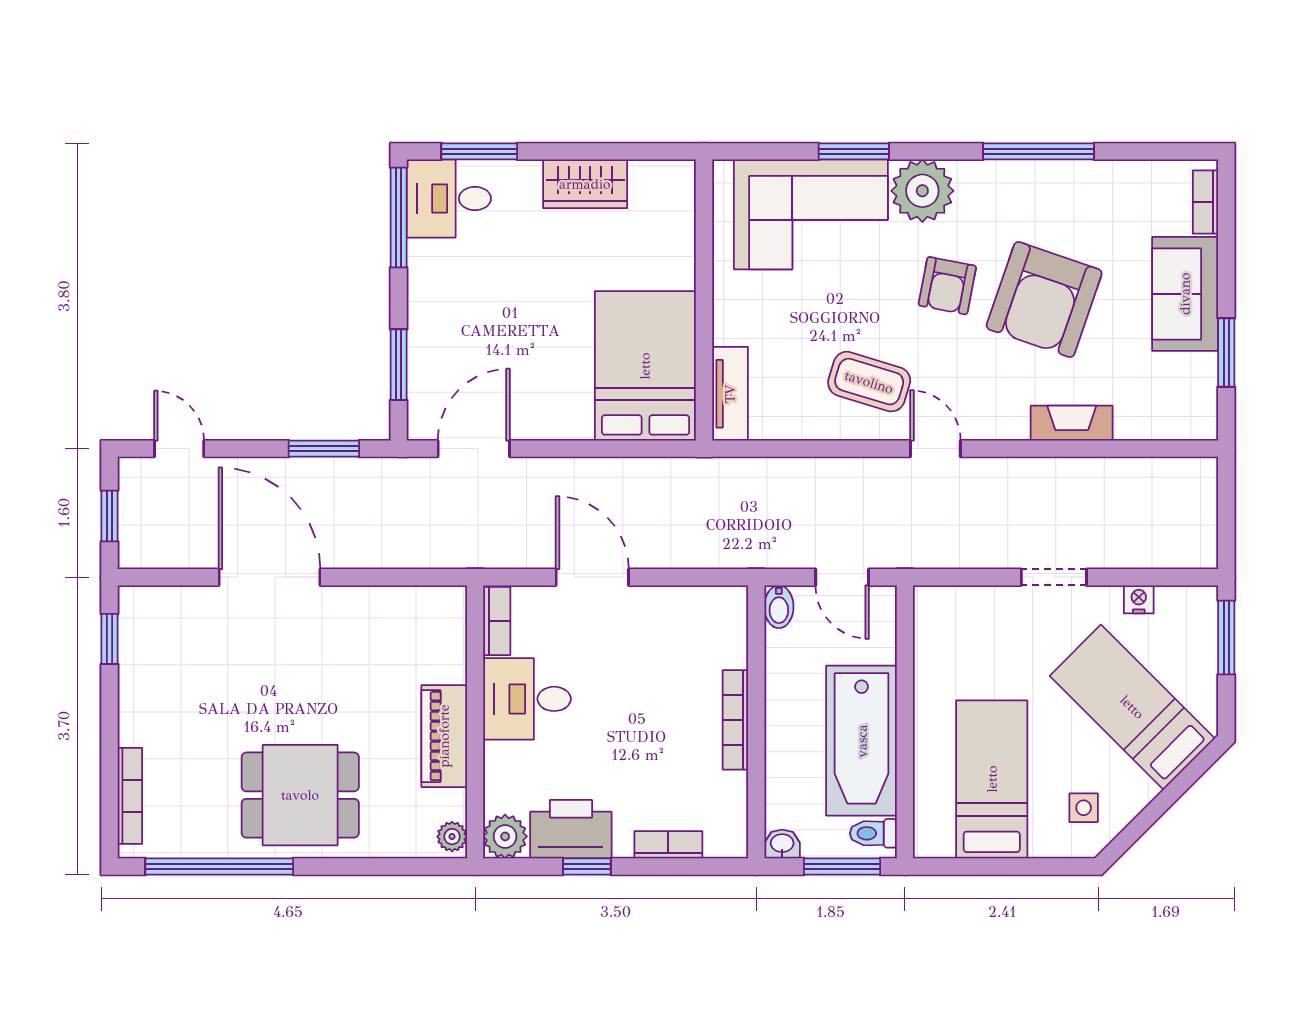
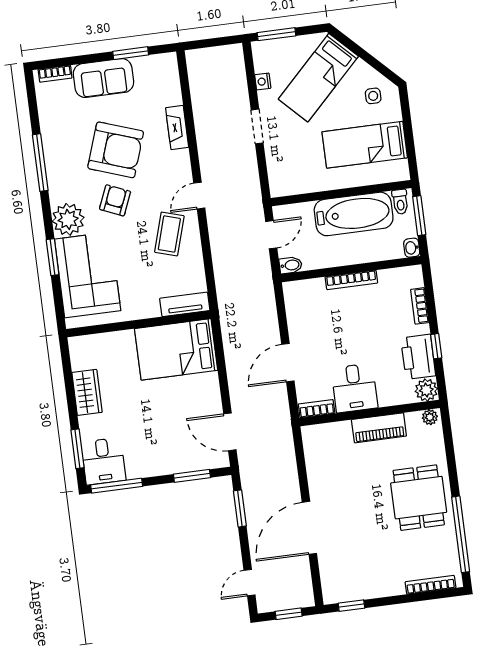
armchair: (947, 286) -> (115, 200), turned -78

